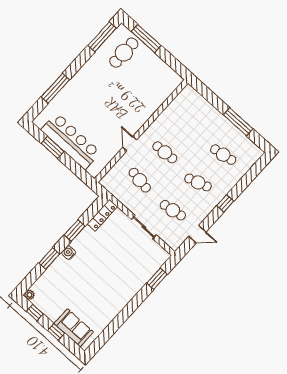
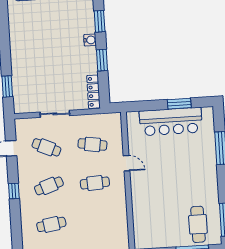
cafe table: (173, 210) -> (46, 147), turned 33

